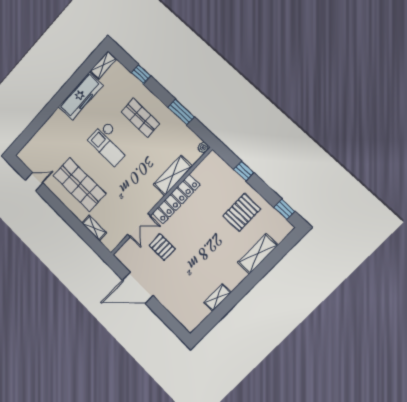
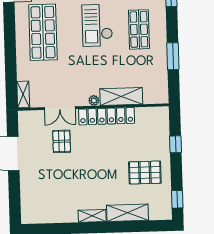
plant: (203, 148) -> (94, 100), moved
shelving: (94, 228) -> (23, 94), moved
shelving: (218, 297) -> (92, 216), moved

